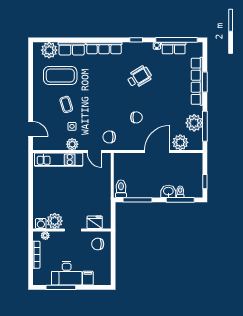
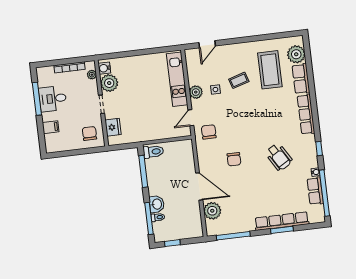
plant: (194, 123) -> (236, 224), removed
desk: (67, 273) -> (53, 99), width x0.73

